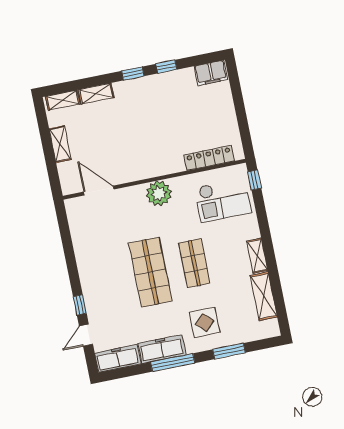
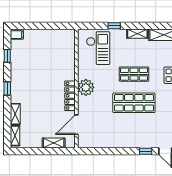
window: (166, 67) -> (7, 56), moved
filing cabinet: (211, 73) -> (17, 35), width x0.50
shelving: (60, 144) -> (54, 143), moved
locker: (209, 158) -> (70, 96), moved
window: (254, 180) -> (114, 26), moved

